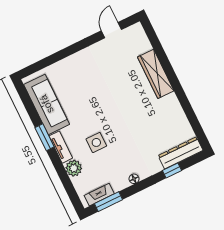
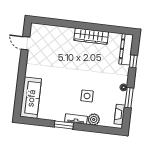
wardrobe: (156, 74) -> (91, 36), moved
sofa: (47, 104) -> (31, 98), moved, turned 90
window: (108, 202) -> (129, 98), moved

